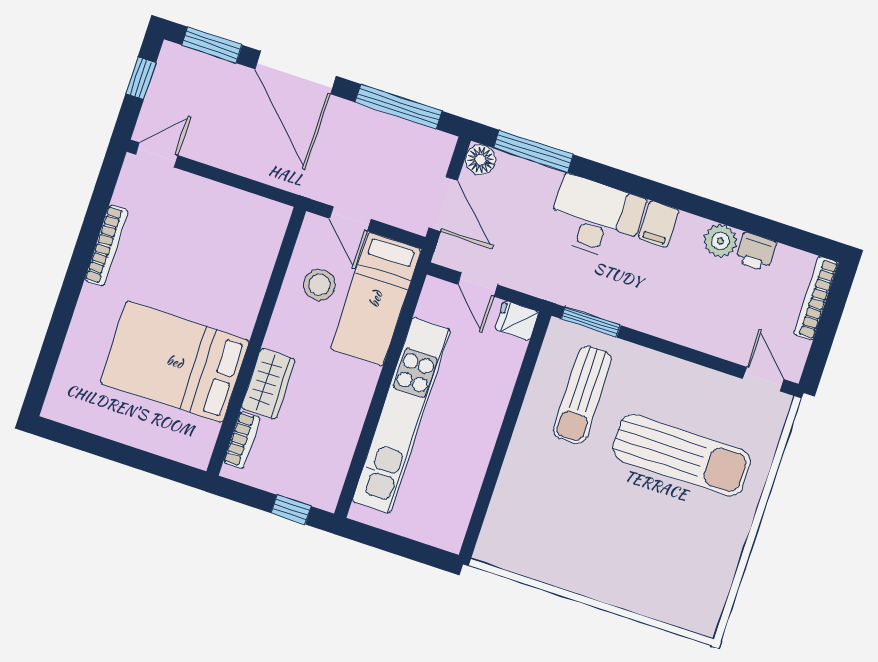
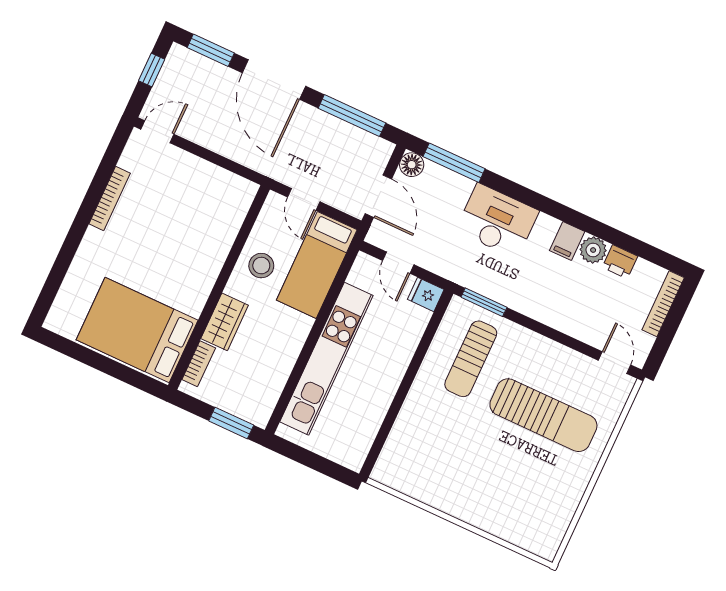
filing cabinet: (658, 224) -> (567, 241), moved
stool: (319, 285) -> (261, 266), moved
bed: (175, 362) -> (137, 330), moved
window: (291, 510) -> (231, 423), width x1.50

